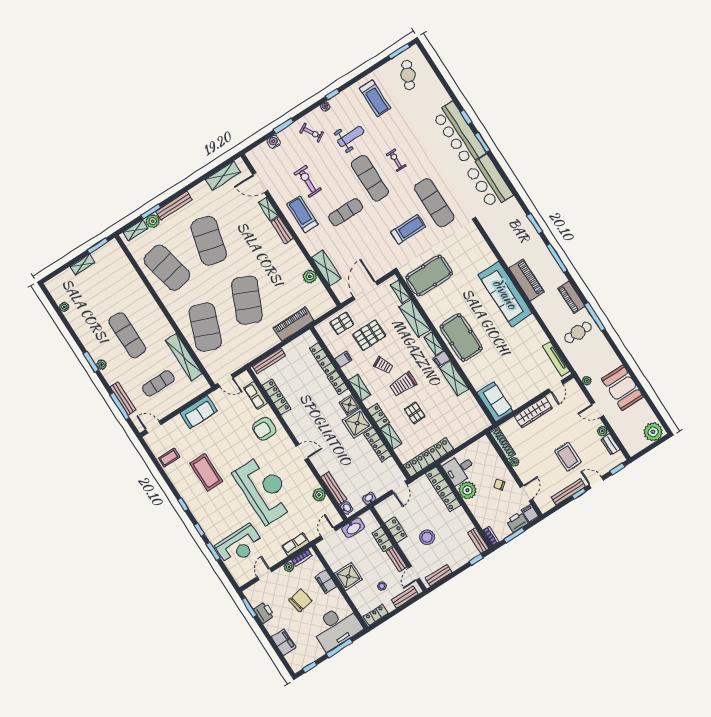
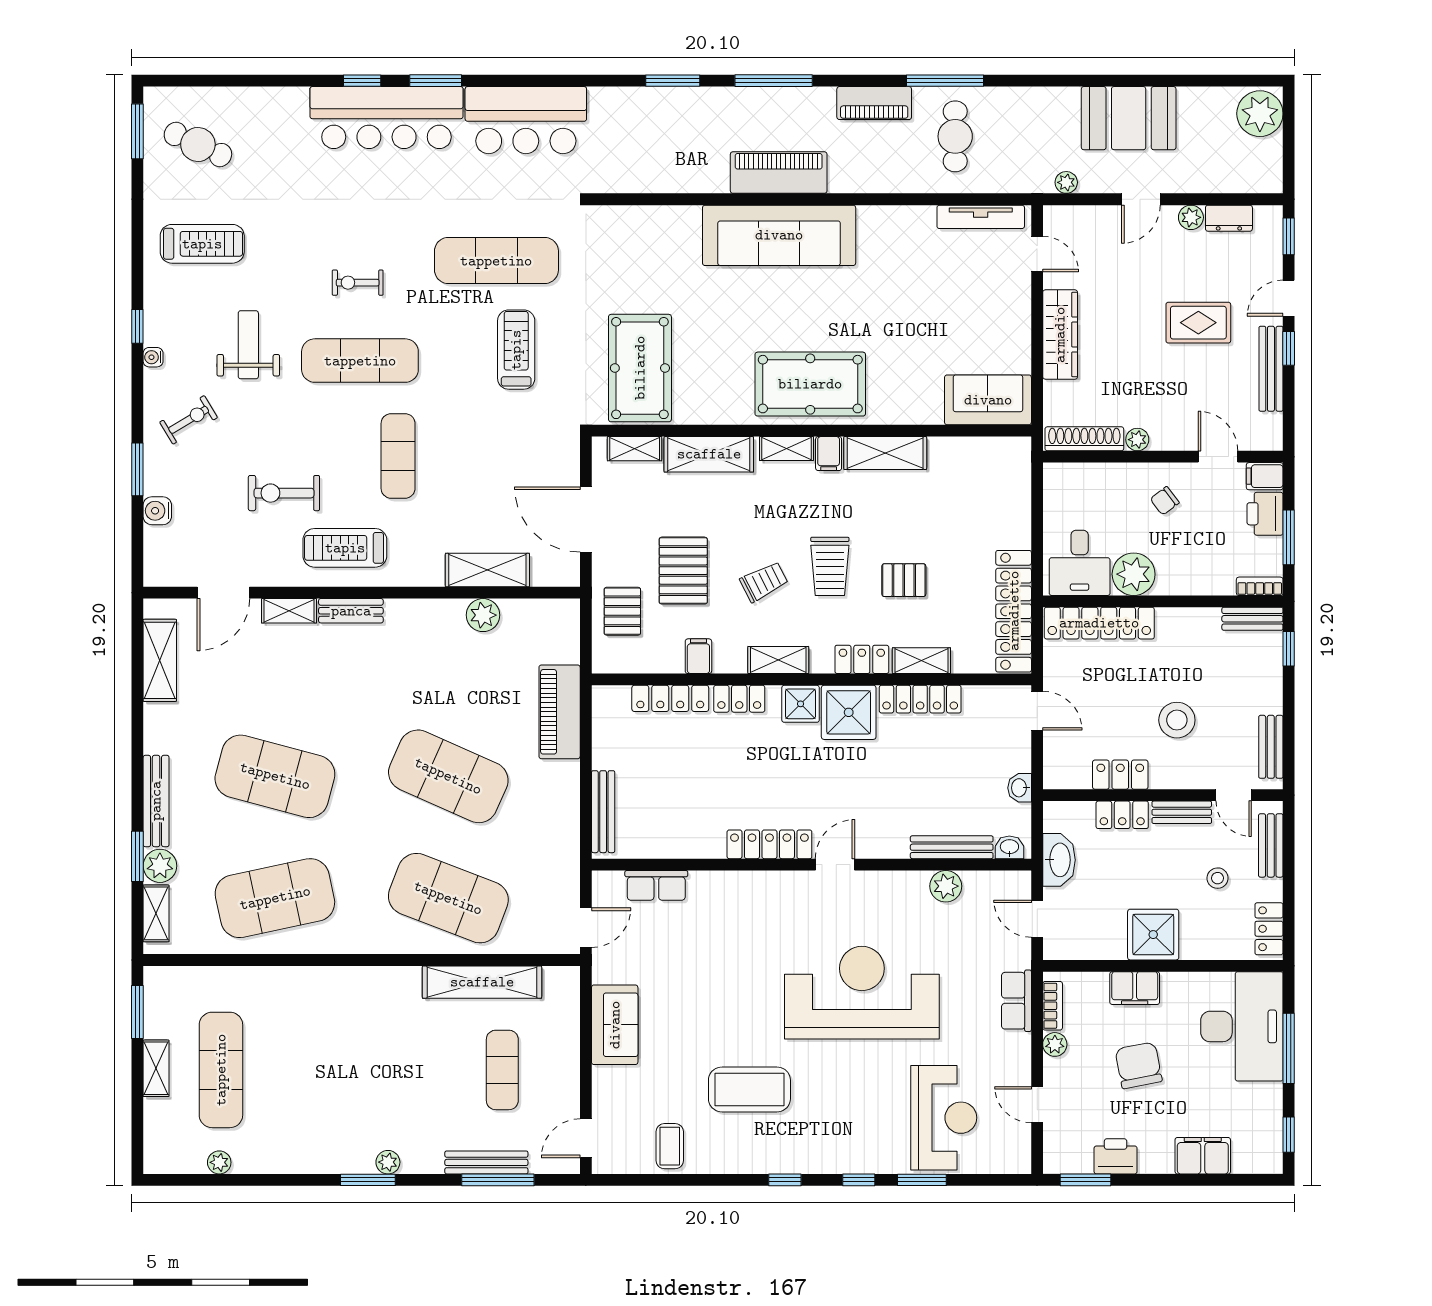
exercise mat: (127, 335) -> (221, 1070), moved, turned 90
locker: (276, 397) -> (769, 844), moved
armchair: (264, 429) -> (736, 912), removed

